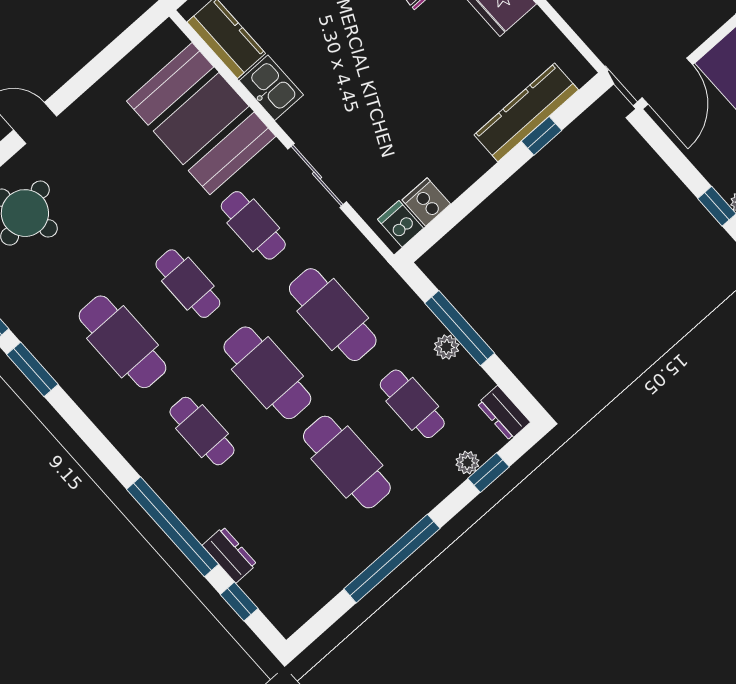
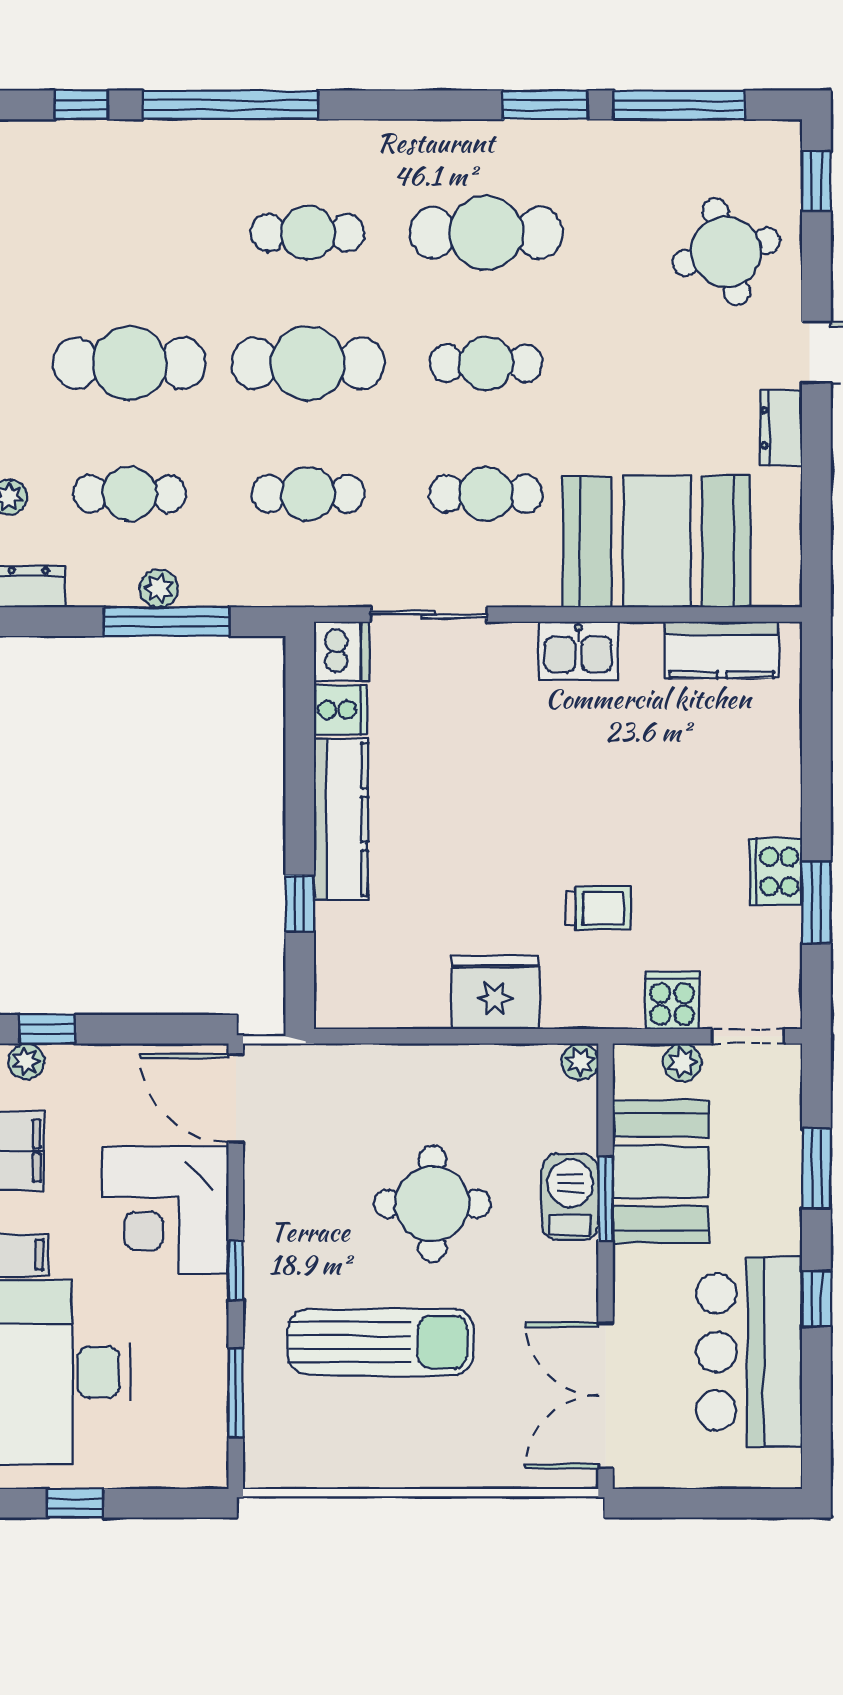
kitchen sink: (271, 88) -> (578, 651), moved
kitchen counter: (526, 112) -> (341, 819), moved
sliding door: (317, 175) -> (429, 614), moved
dishwasher: (400, 224) -> (342, 651), width x1.38
cafe table: (333, 315) -> (308, 494), width x0.73, depth x0.74
dresser: (230, 555) -> (781, 428), moved, turned 90

